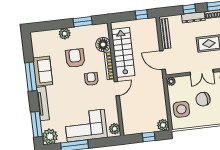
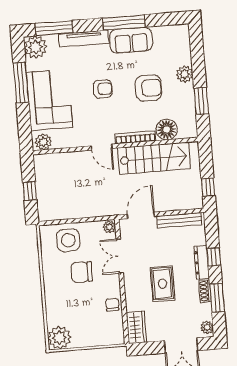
double door: (202, 72) -> (120, 256), moved
armchair: (91, 79) -> (103, 89), moved
chair: (203, 99) -> (82, 272), turned -82
plant: (163, 125) -> (46, 213), removed

